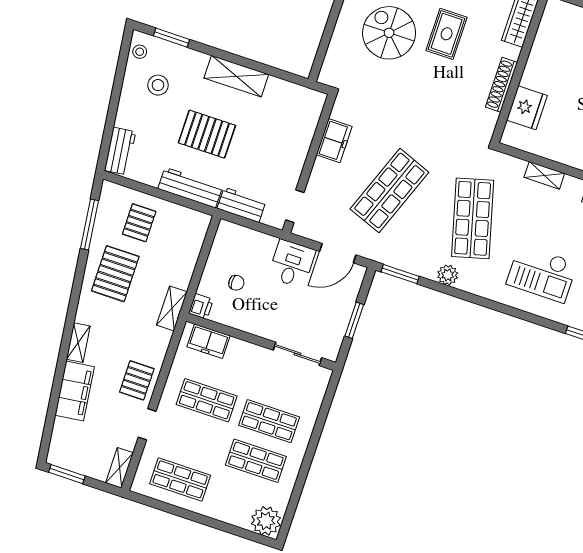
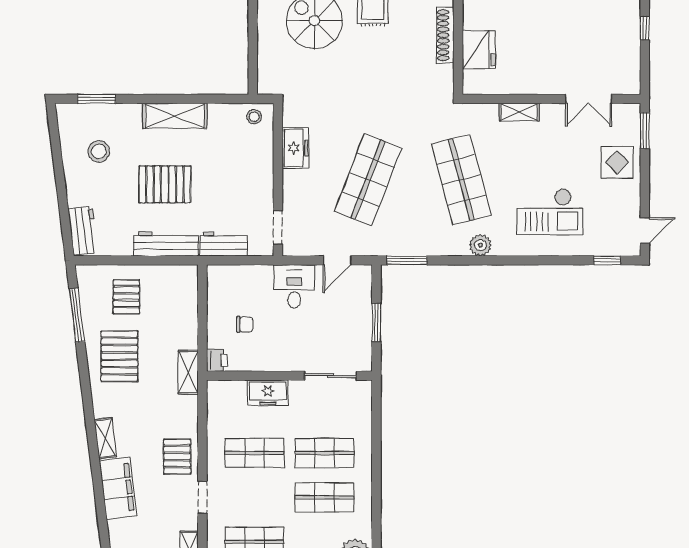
stool: (140, 52) -> (254, 117), moved
door: (338, 253) -> (337, 260), width x0.73
plant: (448, 275) -> (480, 245), moved
freezer: (208, 341) -> (268, 393), moved

